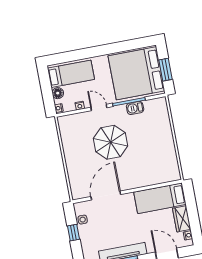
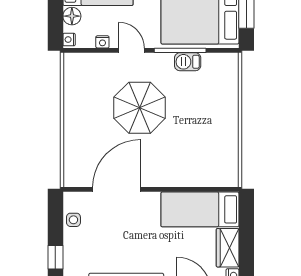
window: (74, 233) -> (55, 257), moved

